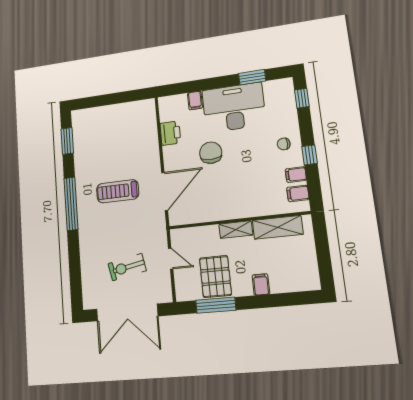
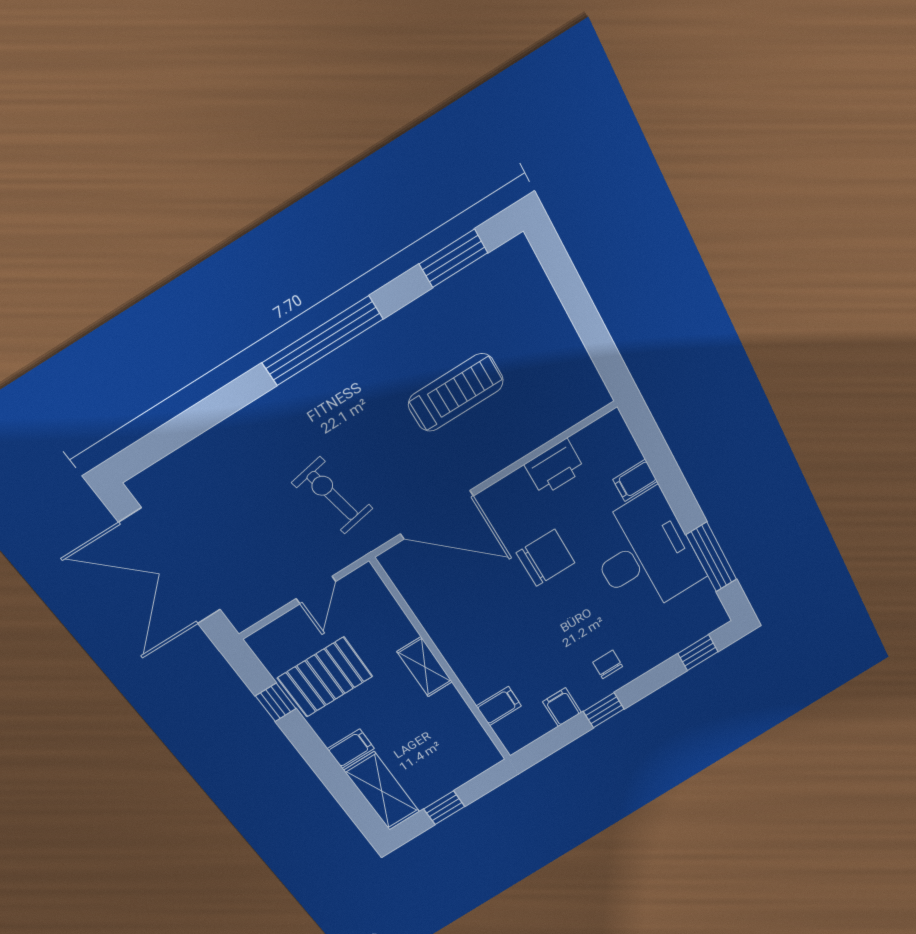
window: (252, 77) -> (711, 557), width x1.44
treadmill: (118, 191) -> (456, 392), moved, turned 90
filing cabinet: (298, 193) -> (499, 706), moved, turned 90
shelving: (278, 227) -> (382, 791), moved
window: (324, 257) -> (444, 808), added
exercise bike: (127, 267) -> (332, 496), moved
window: (216, 305) -> (276, 702), width x0.46

